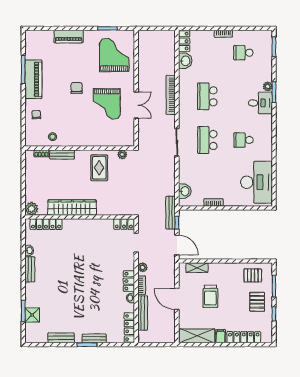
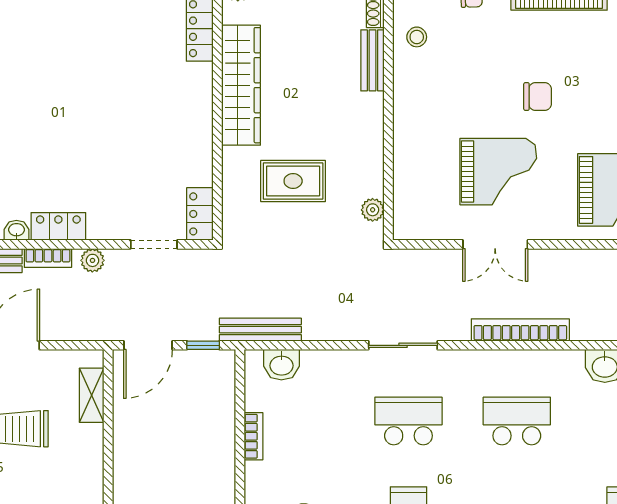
grand piano: (107, 104) -> (498, 172), turned 180
rug: (99, 168) -> (293, 181), moved
bench: (171, 213) -> (260, 330), moved

